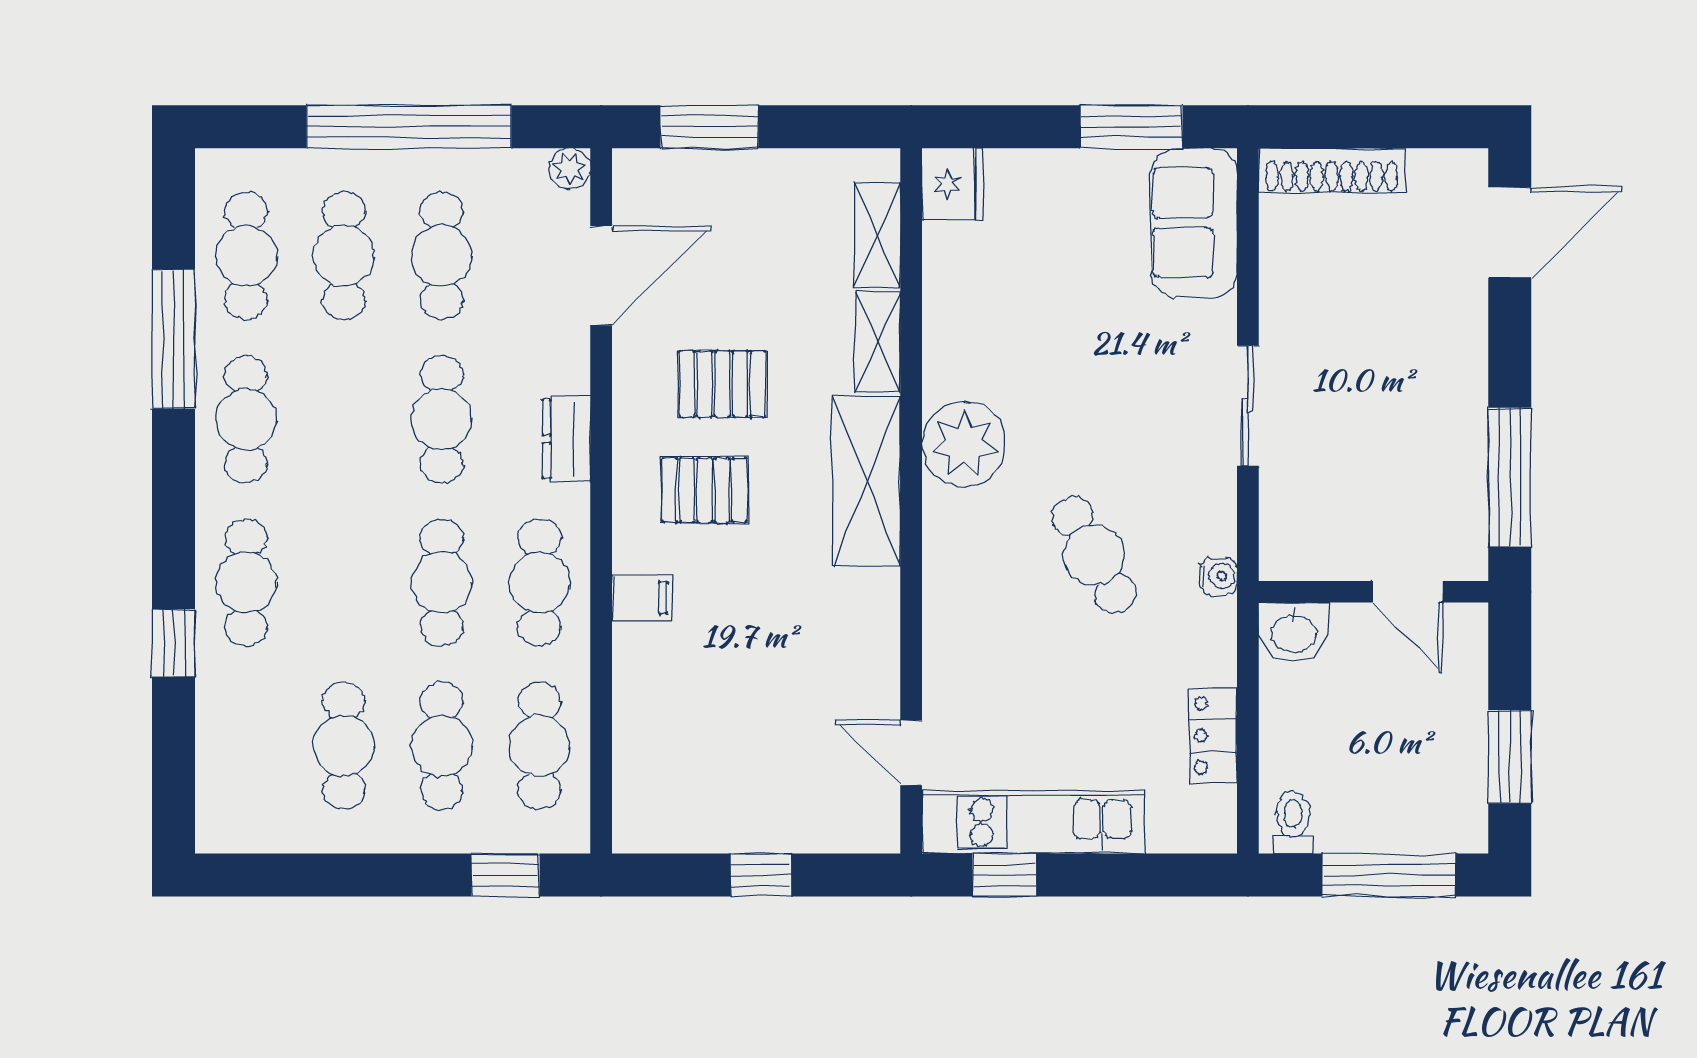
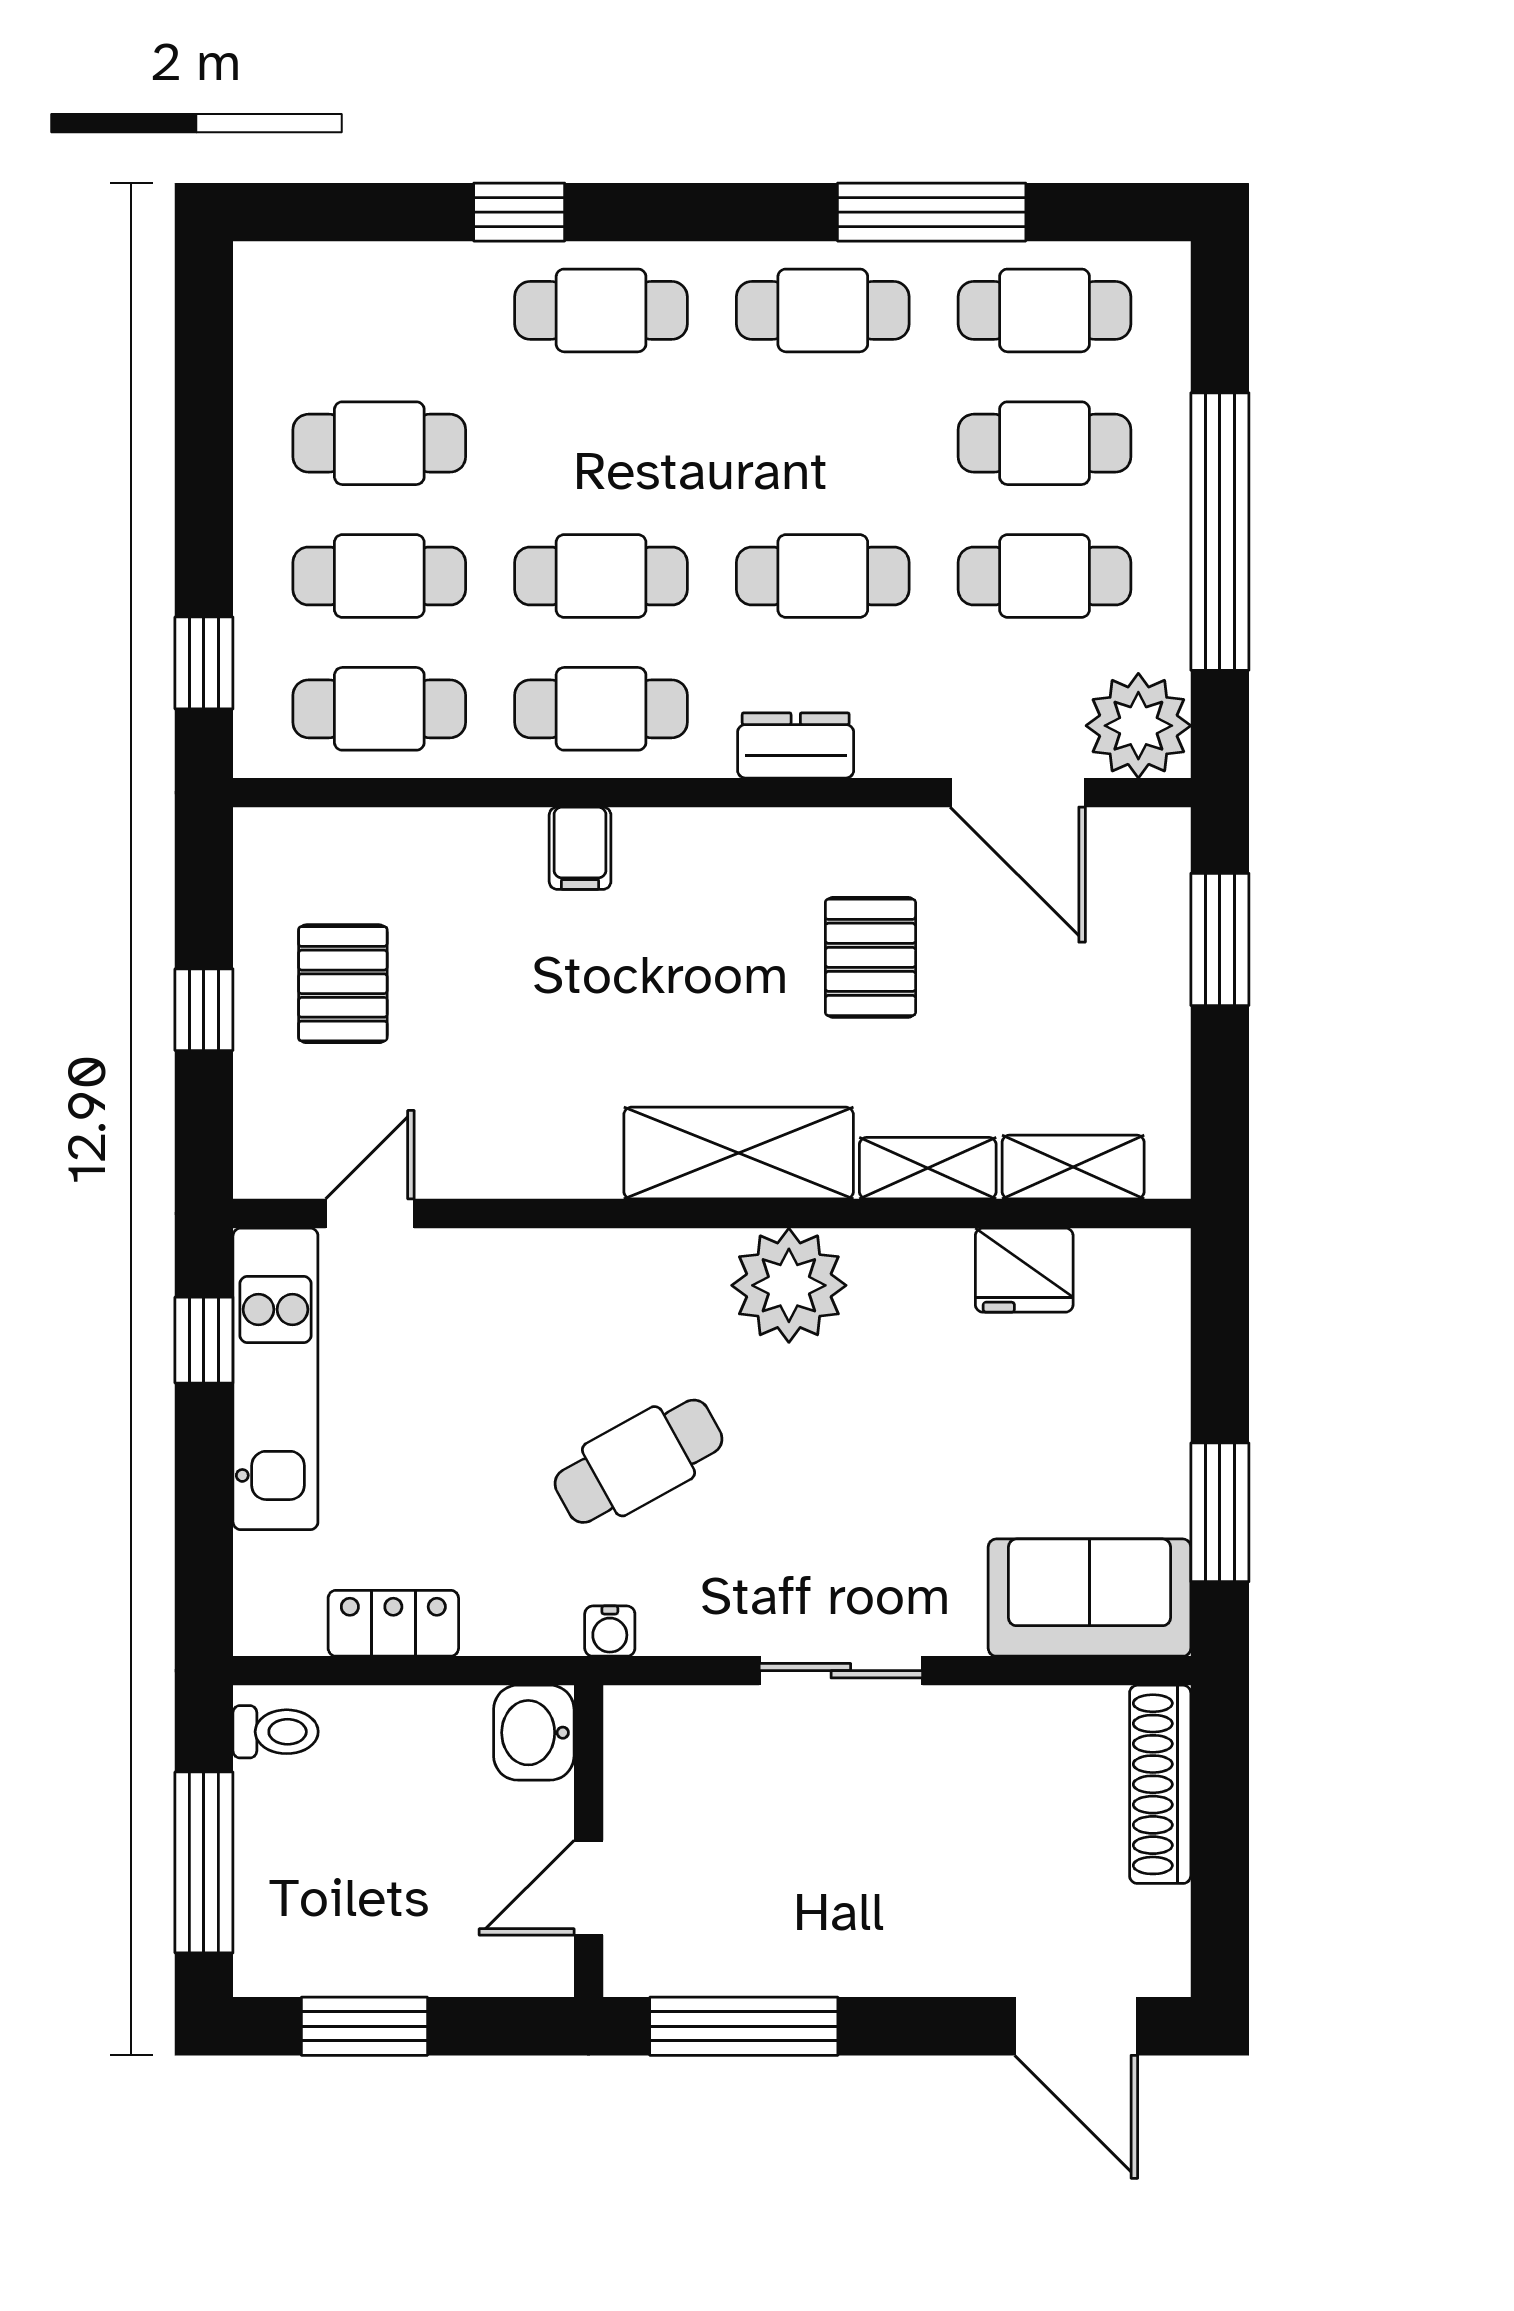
plant: (570, 169) -> (1138, 726), width x1.88, depth x1.88
fridge: (953, 184) -> (1024, 1270), moved
pallet: (705, 490) -> (343, 984), moved

